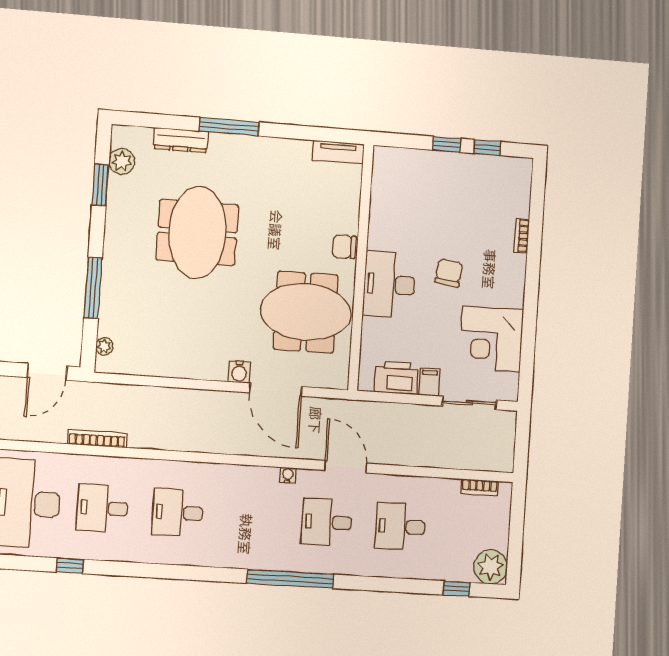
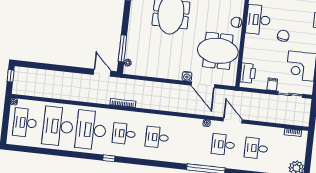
desk: (389, 284) -> (258, 20), moved
window: (93, 288) -> (122, 48), moved
door: (47, 372) -> (102, 73), swing flipped
printer: (396, 378) -> (248, 73), moved, turned 90

